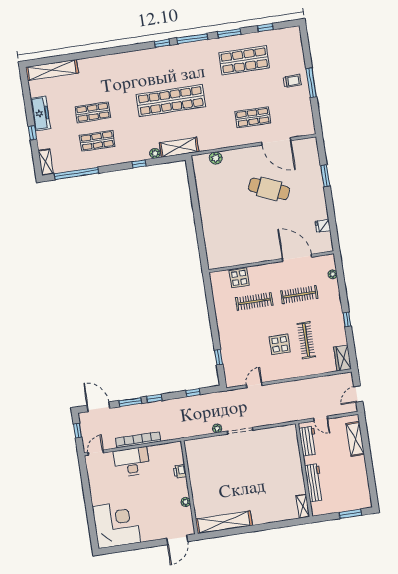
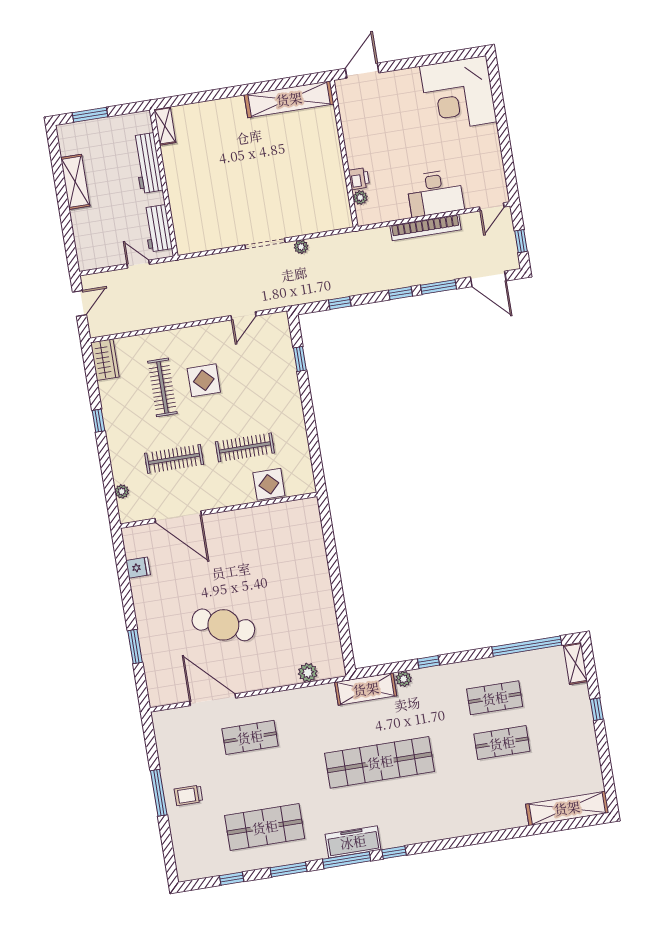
freezer: (40, 113) -> (353, 842), moved, turned 90
shelving: (355, 439) -> (75, 182), moved
plant: (186, 502) -> (360, 198), moved

